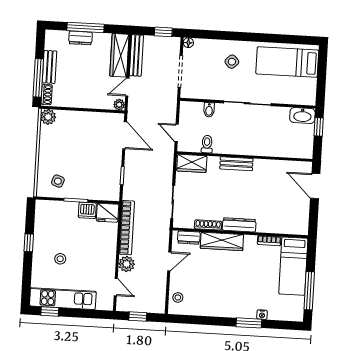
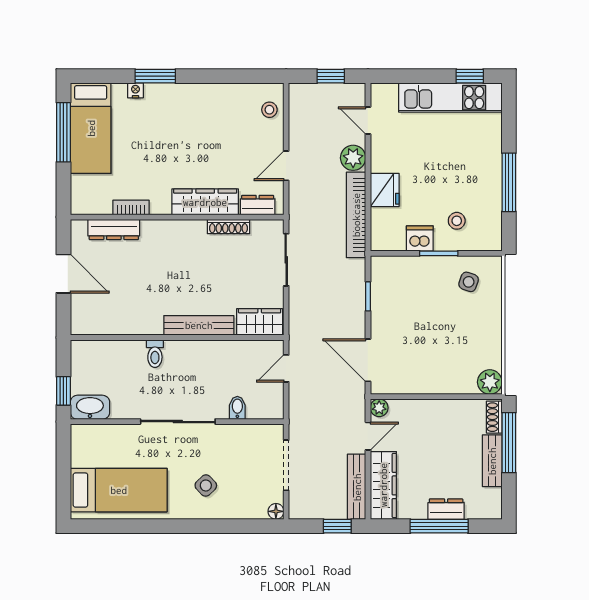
window: (163, 32) -> (337, 526), moved
door: (177, 133) -> (286, 368), swing flipped
toilet: (207, 144) -> (155, 354), moved
bench: (236, 164) -> (199, 325), width x1.36
door: (315, 186) -> (63, 274), moved
fridge: (108, 213) -> (385, 190), moved, turned 90
dresser: (239, 225) -> (114, 229), moved
window: (29, 243) -> (509, 182), width x2.17
stool: (60, 259) -> (457, 221), moved
bed: (293, 266) -> (91, 128), moved, turned 180

